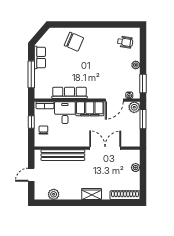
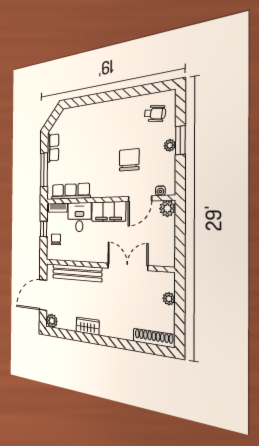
chair: (74, 42) -> (129, 160), moved, turned -113
window: (143, 83) -> (180, 140), moved
row of seats: (69, 93) -> (71, 191), moved
window: (143, 119) -> (180, 226), removed
door: (31, 175) -> (43, 295), width x1.88
plant: (54, 194) -> (52, 321), moved
wardrobe: (92, 194) -> (88, 326), moved

